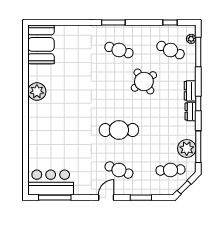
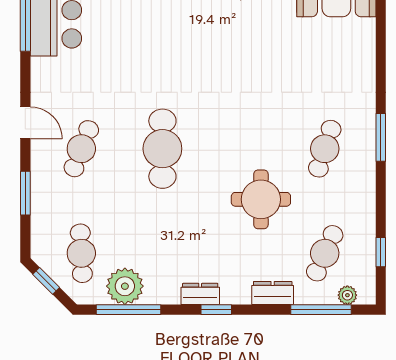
round table: (144, 81) -> (261, 199), turned 35
dresser: (190, 91) -> (273, 293), moved

